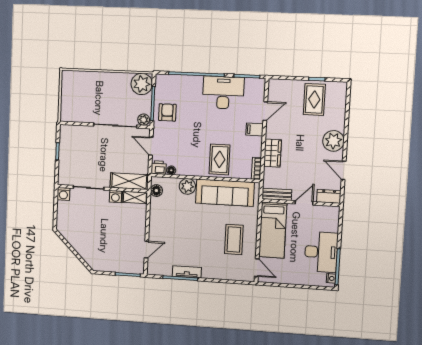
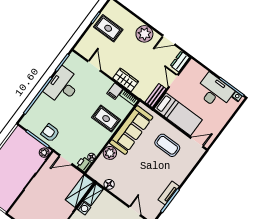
plant: (142, 84) -> (19, 137), removed
filing cabinet: (255, 129) -> (115, 91), moved
floor lamp: (156, 191) -> (109, 184), moved

